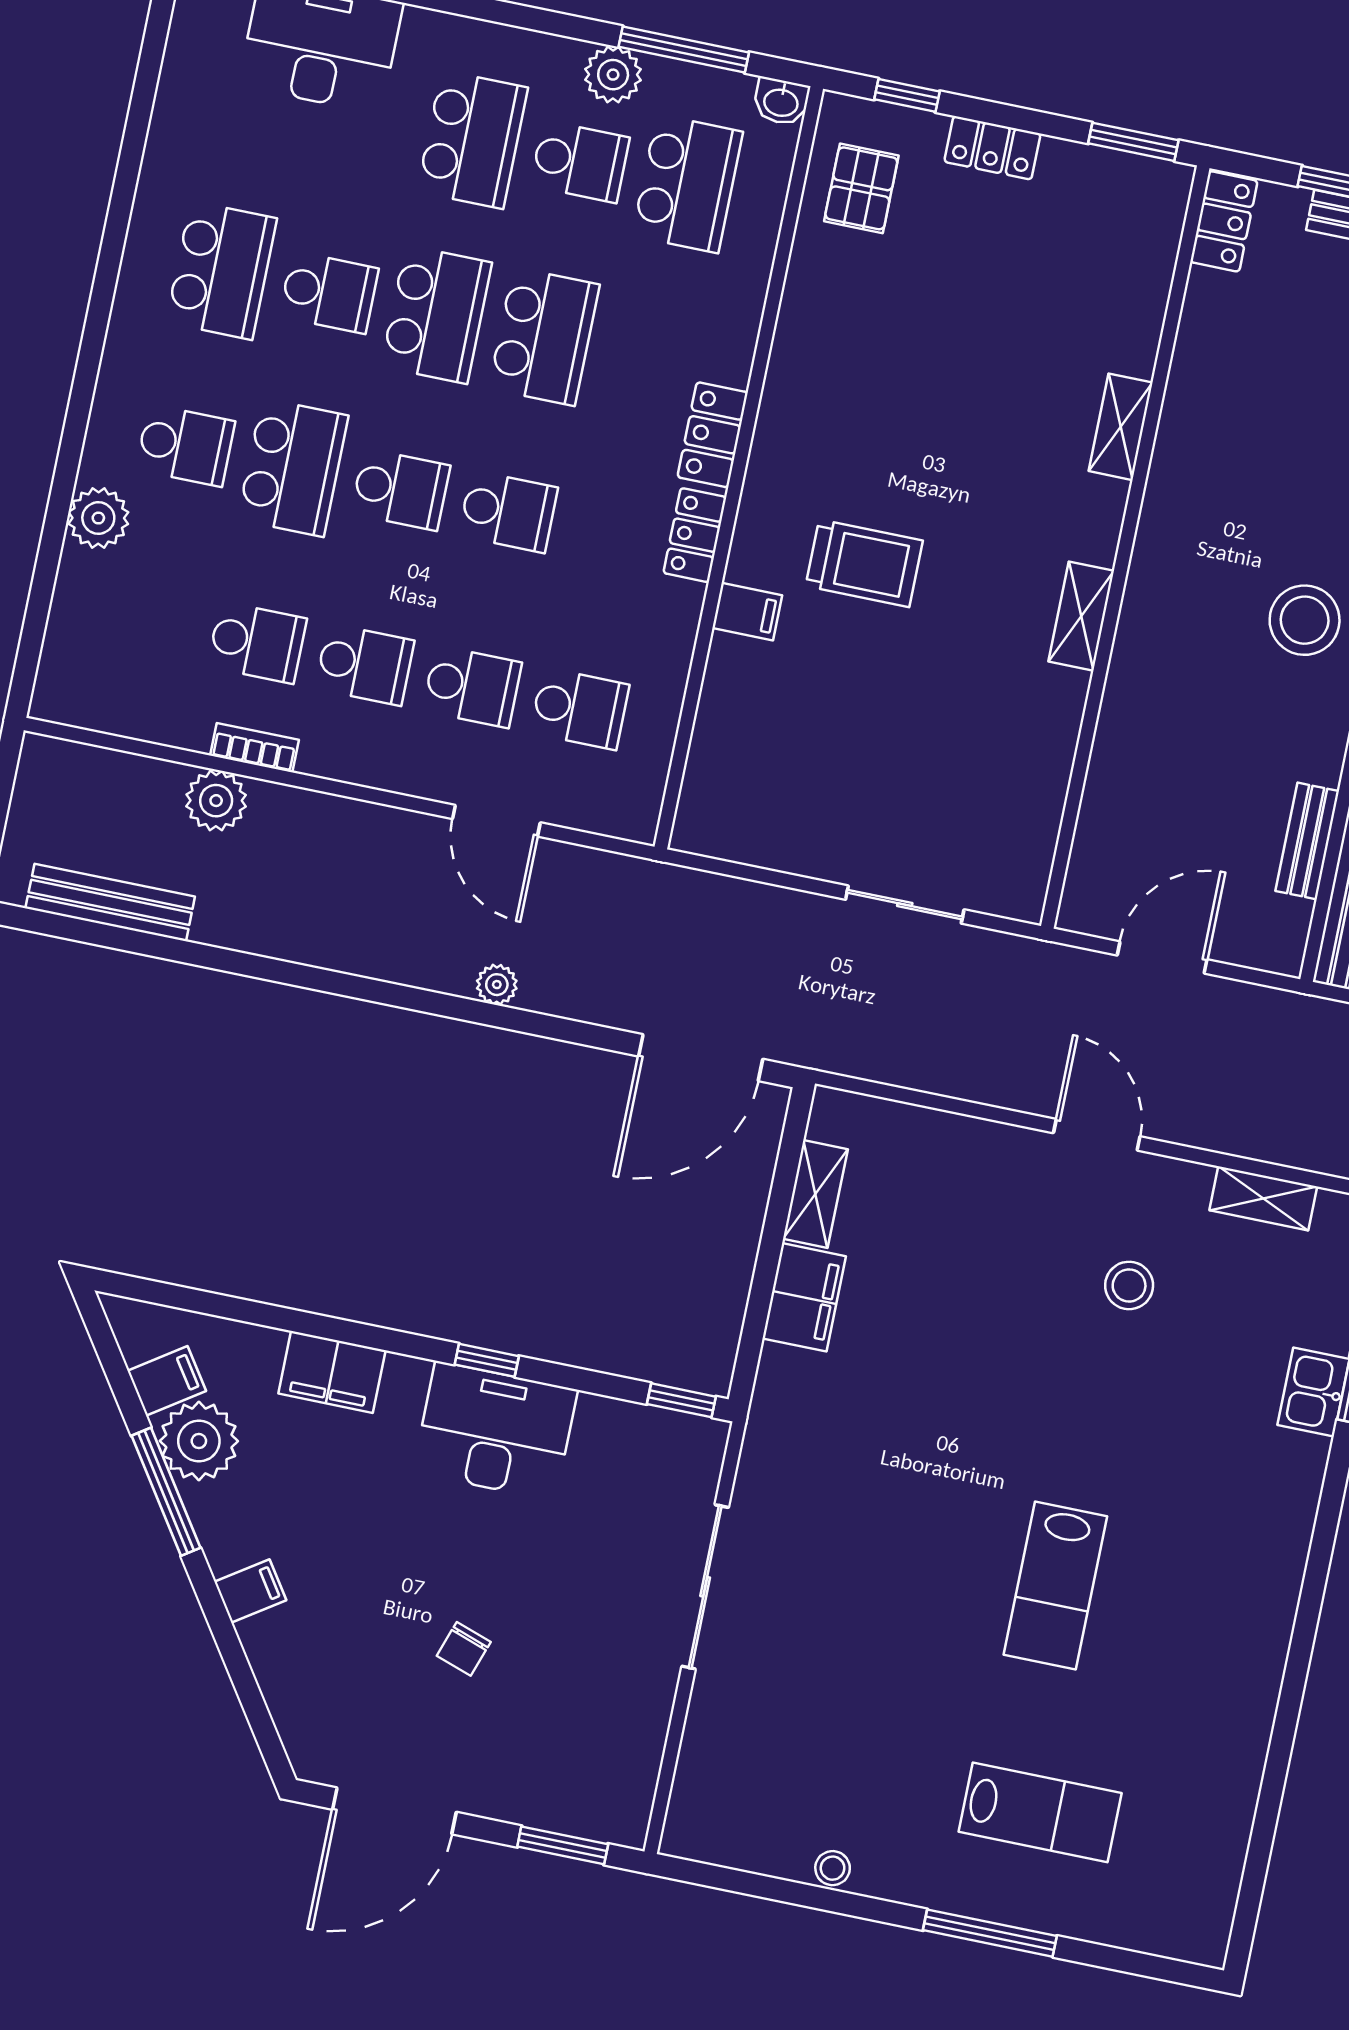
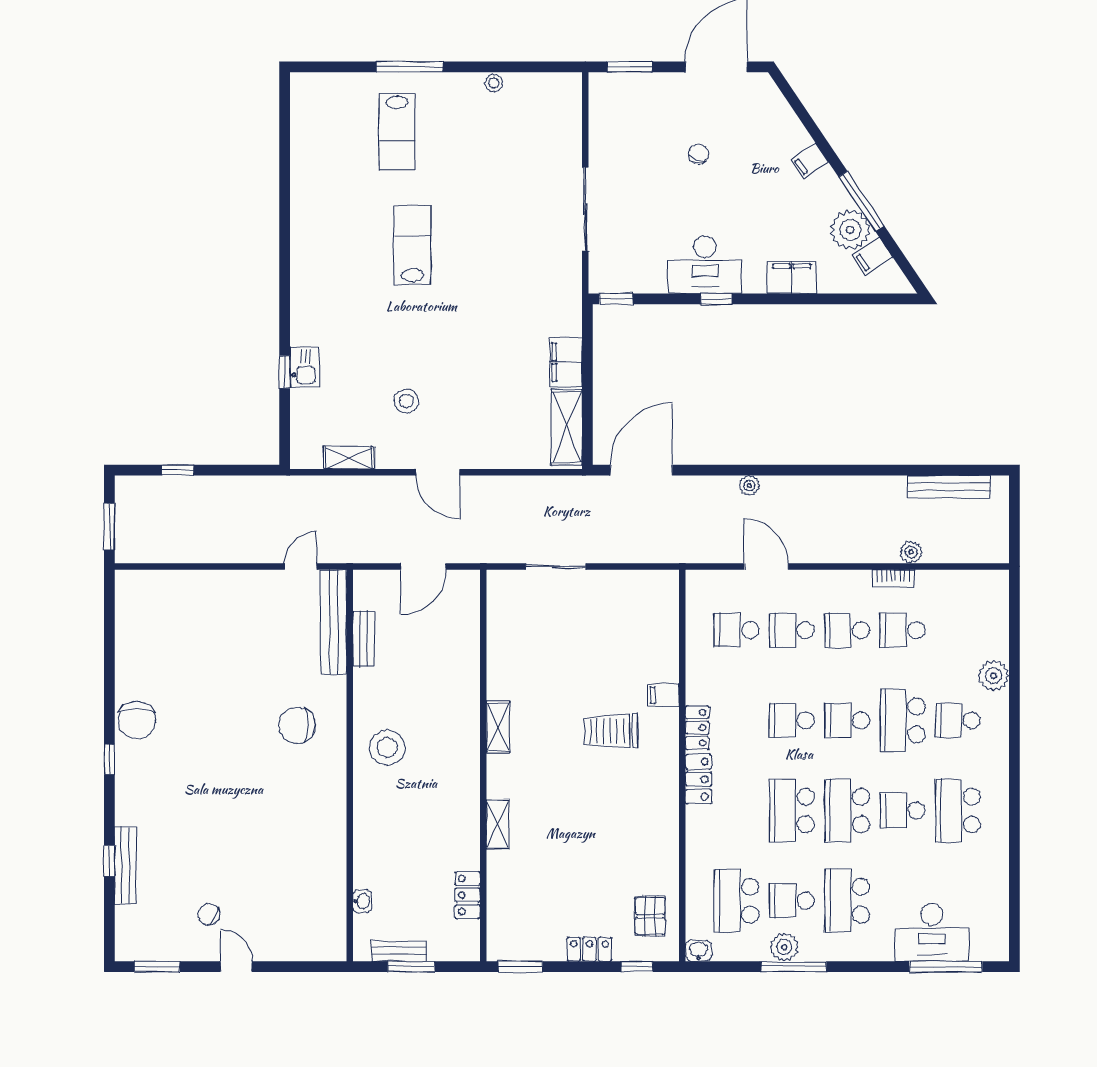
window: (684, 50) -> (794, 967), moved
locker: (1224, 221) -> (467, 895), moved
plant: (216, 801) -> (911, 552), width x0.73, depth x0.73
shelving: (815, 1194) -> (567, 427), width x1.50, depth x1.33
lab bench: (1040, 1812) -> (397, 132), turned -90

